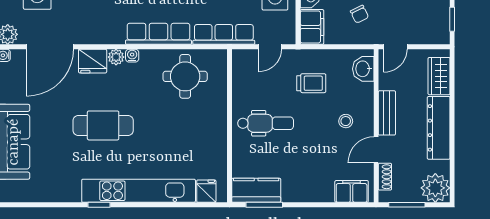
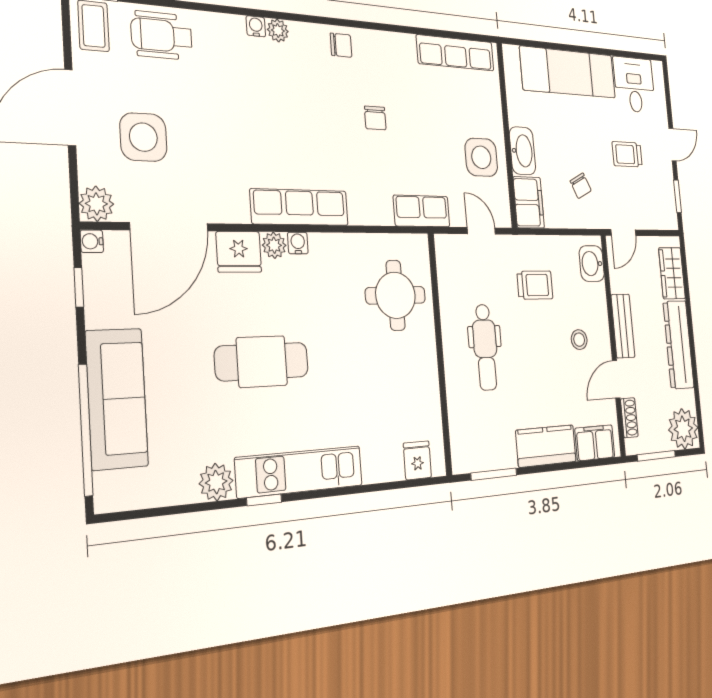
row of seats: (158, 34) -> (300, 207), moved
row of seats: (224, 34) -> (422, 211), width x0.68
door: (270, 47) -> (481, 231), swing flipped
round table: (185, 76) -> (396, 295), moved
dental chair: (266, 123) -> (485, 347), turned 90
kitchen counter: (256, 190) -> (546, 446), moved
kitchen unit: (139, 191) -> (300, 472), width x0.73
plant: (70, 192) -> (216, 482), added

